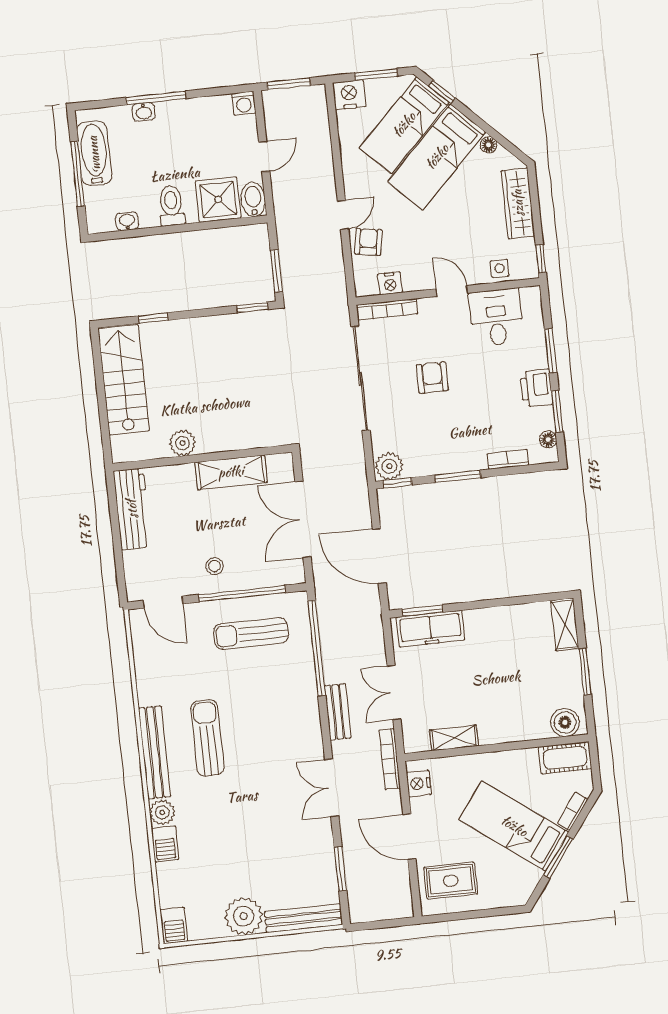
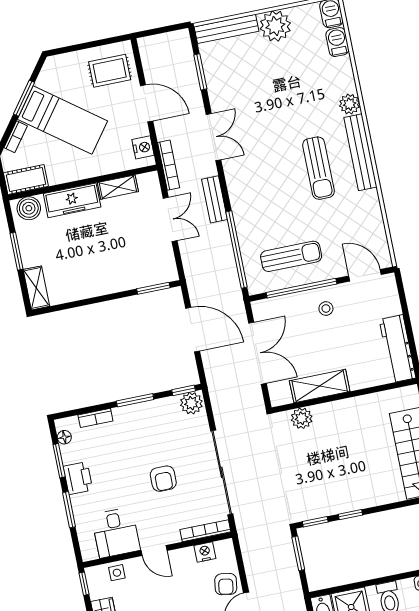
window: (153, 318) -> (350, 515), moved
plant: (182, 443) -> (302, 418), moved
freezer: (430, 629) -> (72, 200), moved, turned 180
barbecue: (165, 844) -> (337, 42), moved

